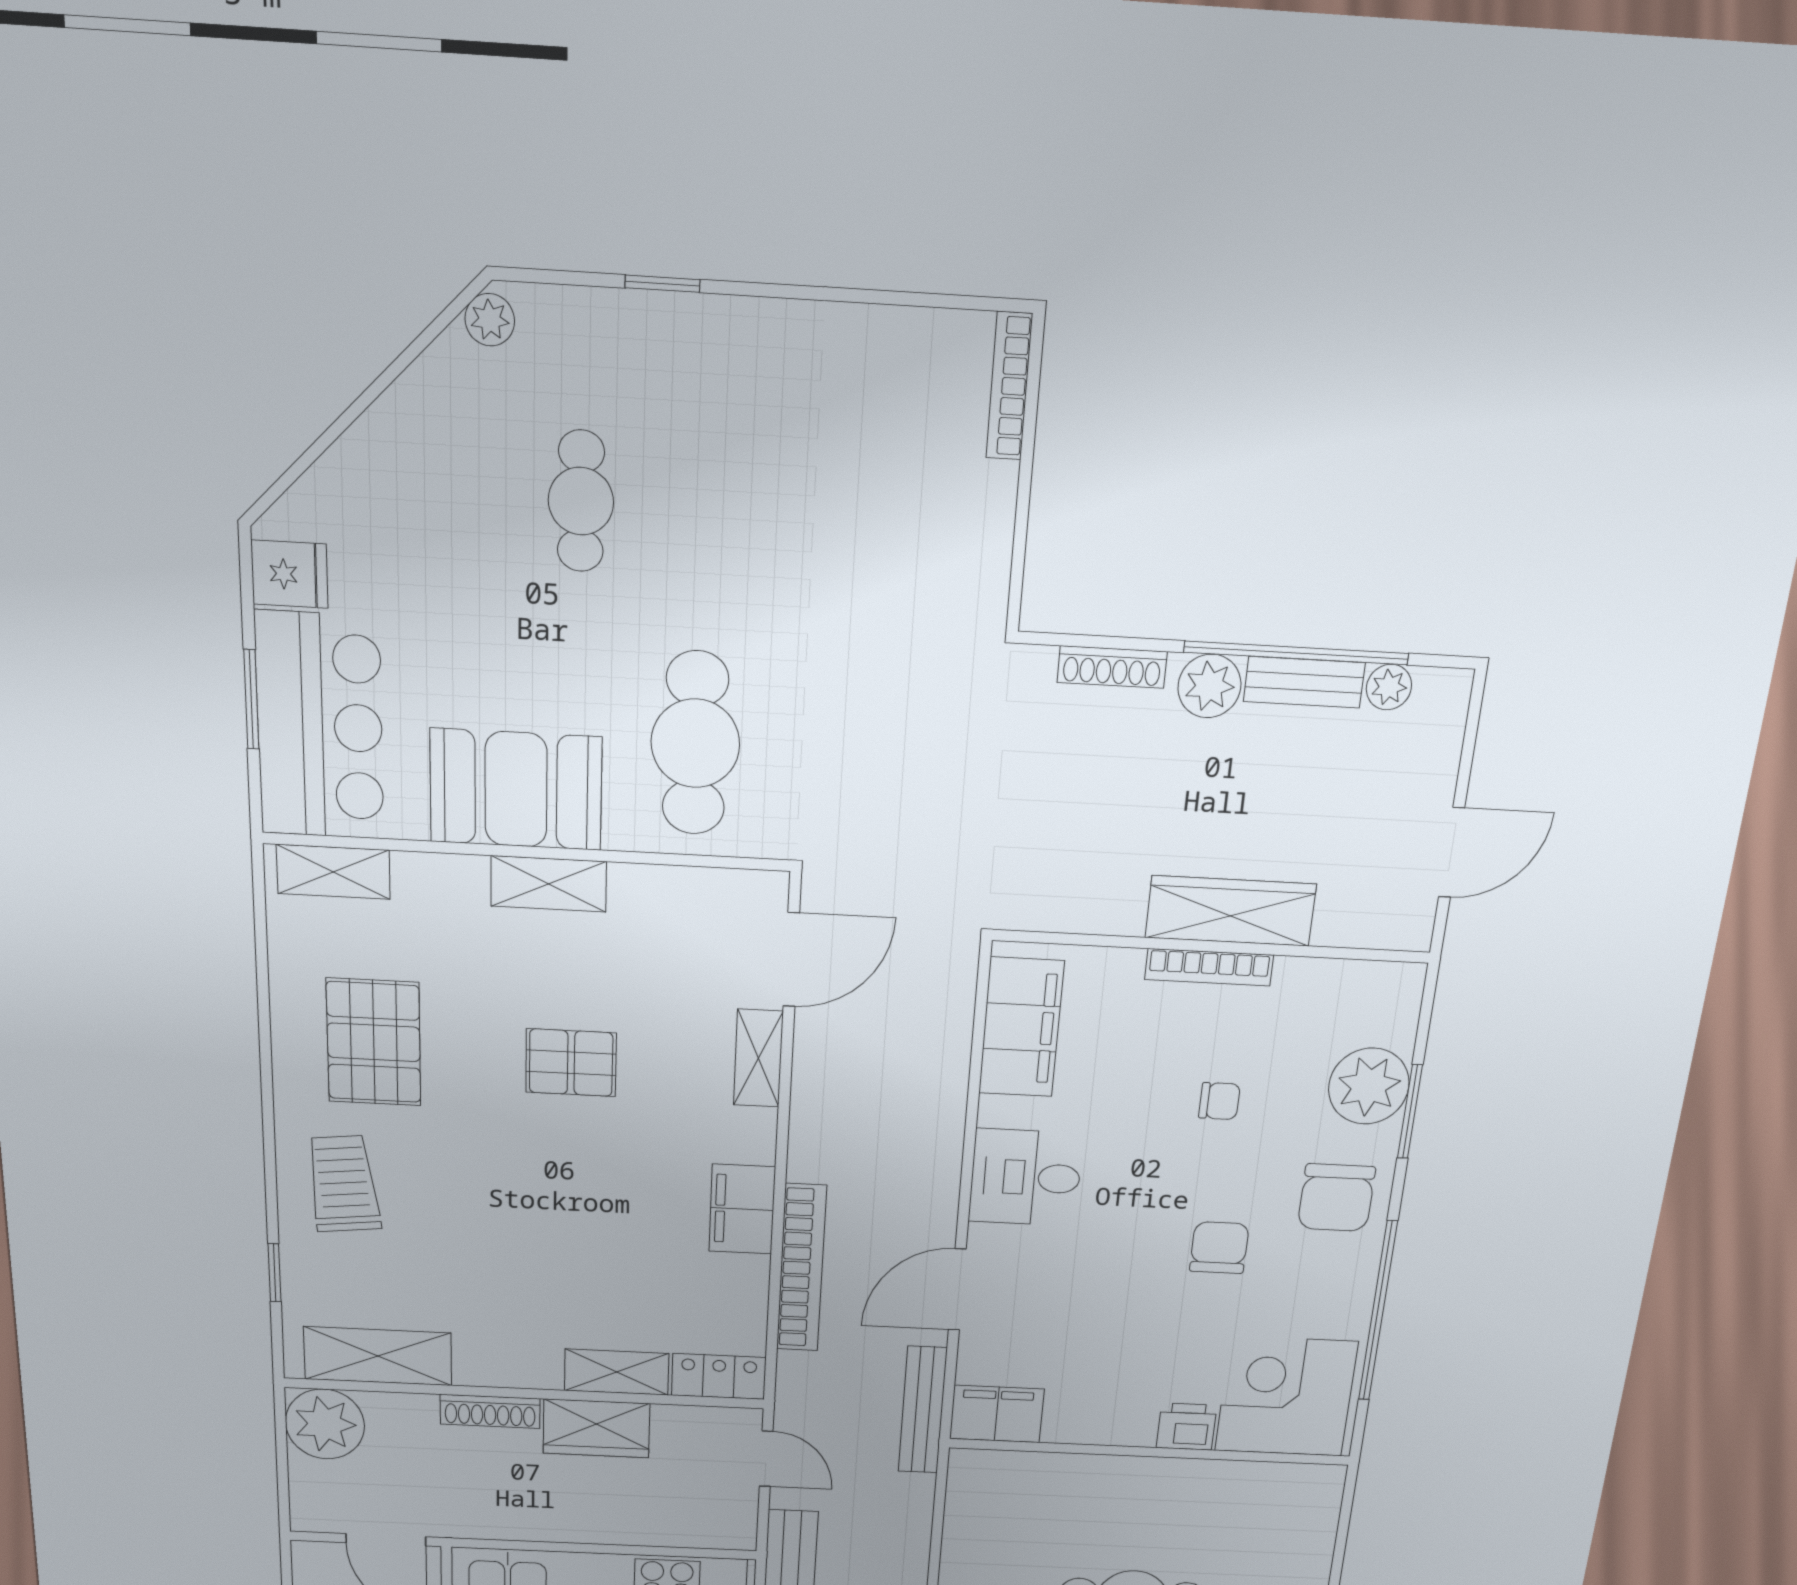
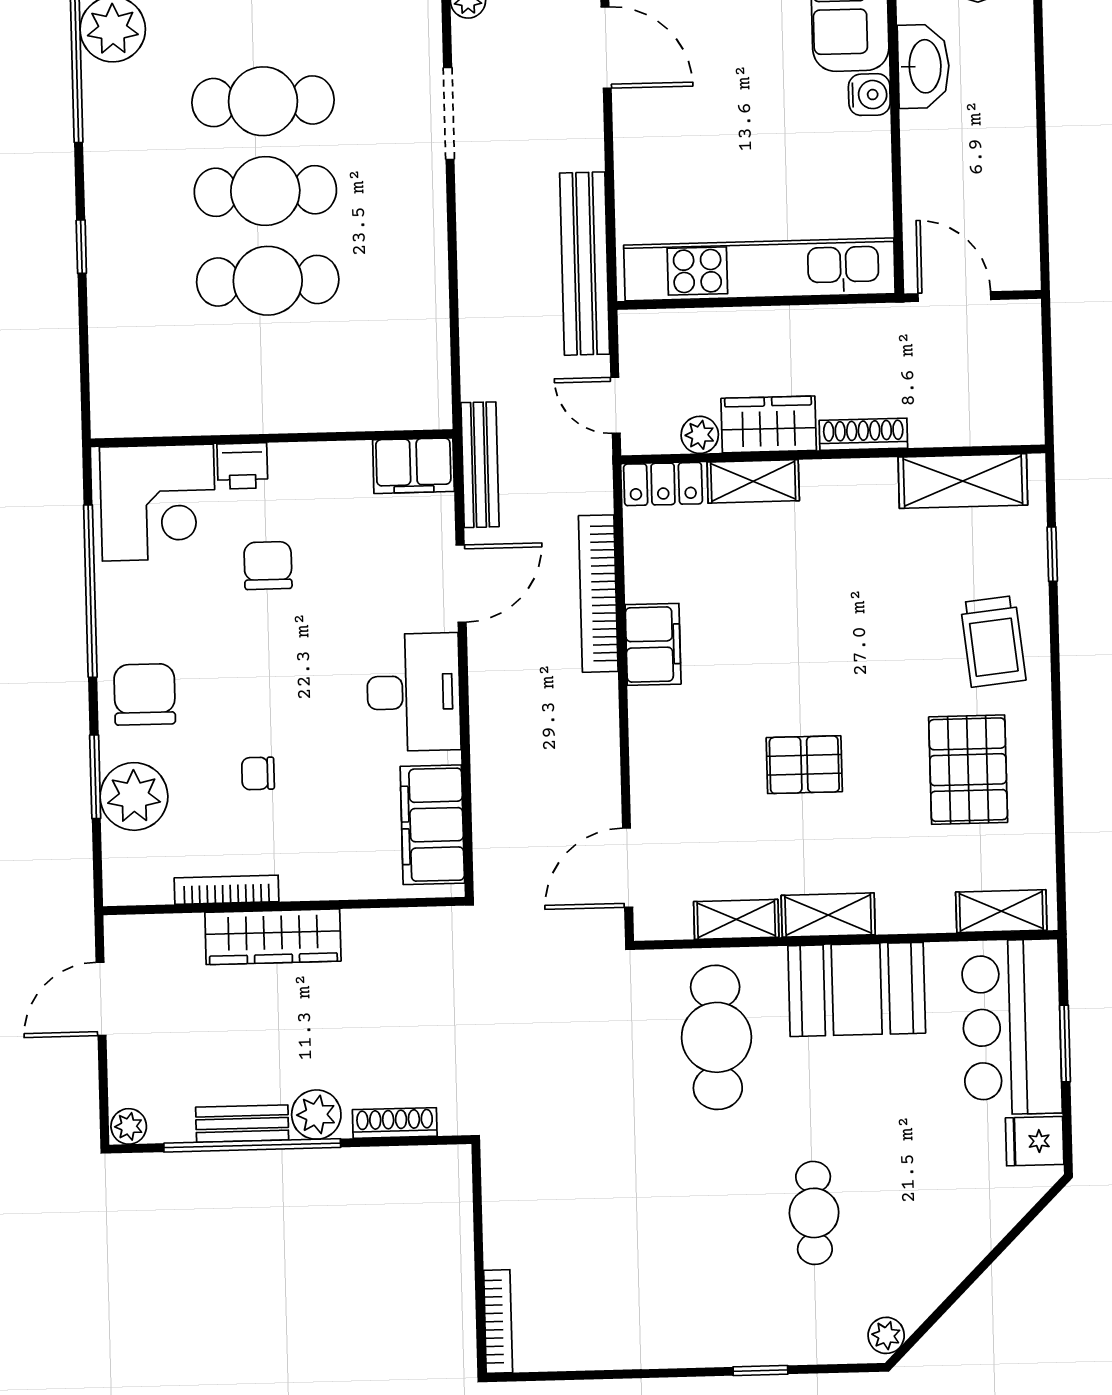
plant: (1389, 687) -> (129, 1126), moved
bookcase: (1209, 967) -> (226, 890), moved
shelving: (758, 1058) -> (736, 919), moved, turned 90
desk: (1026, 1177) -> (414, 692), width x1.37
chair: (1219, 1248) -> (268, 566), moved, turned 180
plant: (325, 1424) -> (700, 435), moved, width x0.53, depth x0.53

